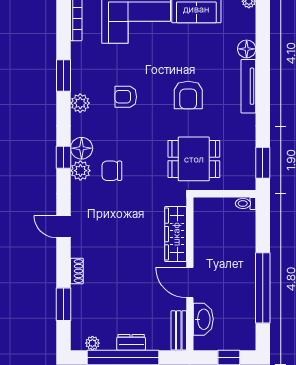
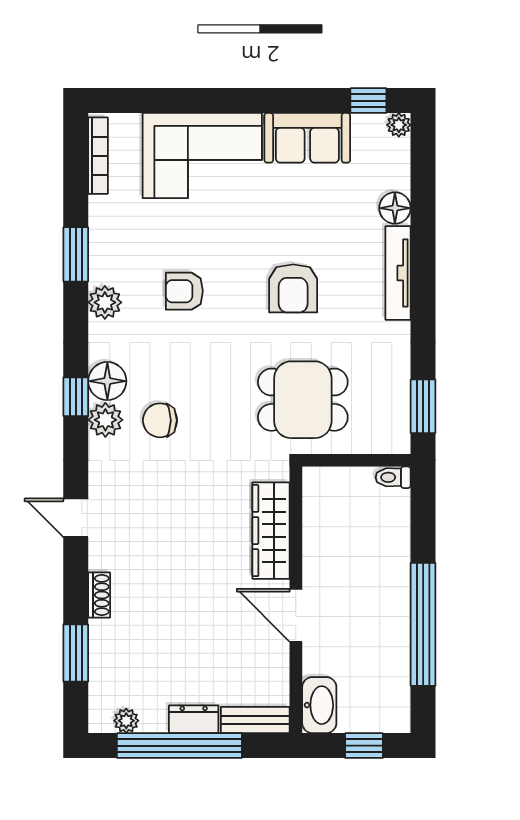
washbasin: (203, 319) -> (319, 705), moved
bench: (179, 330) -> (255, 720), moved, turned 90

